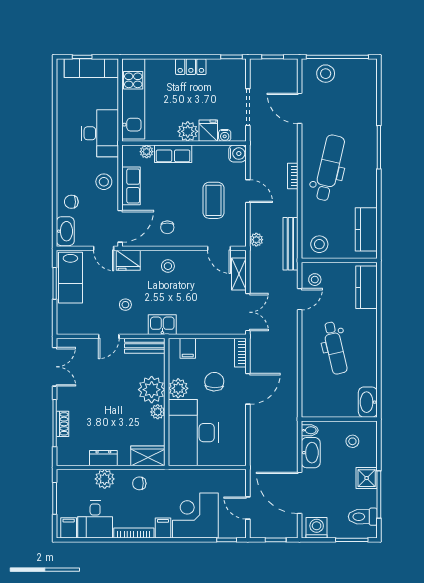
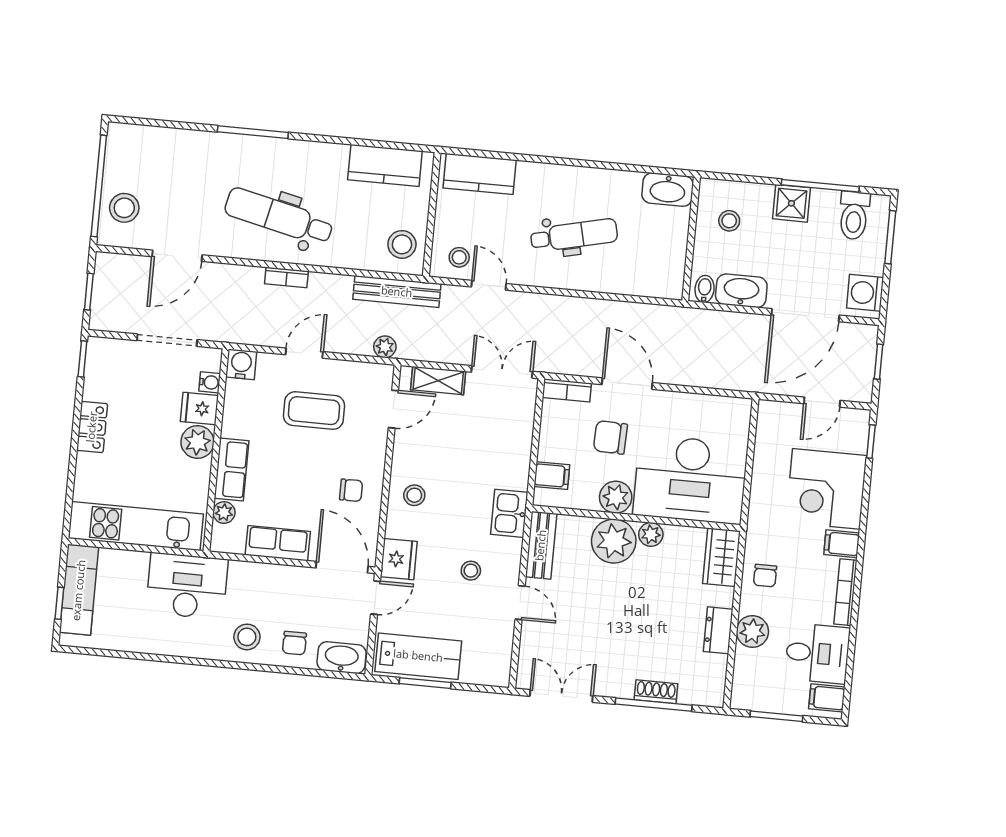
stool: (104, 182) -> (247, 637), moved

